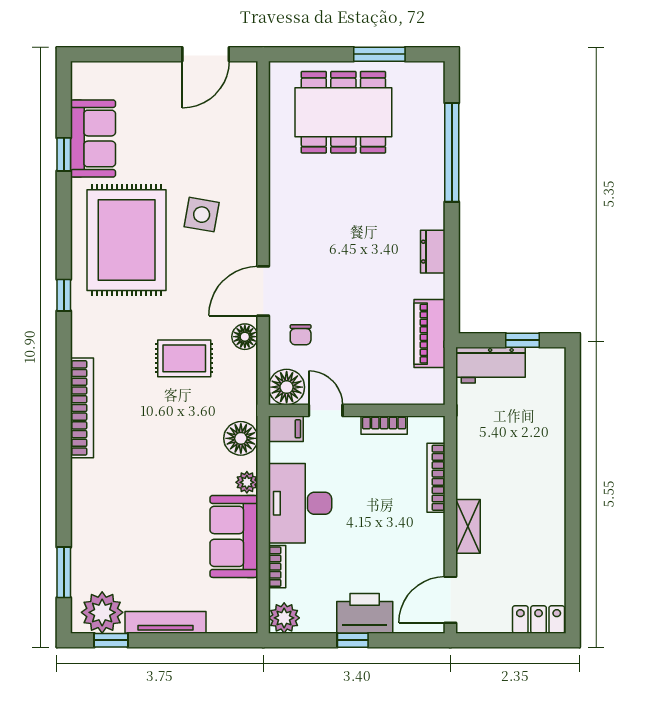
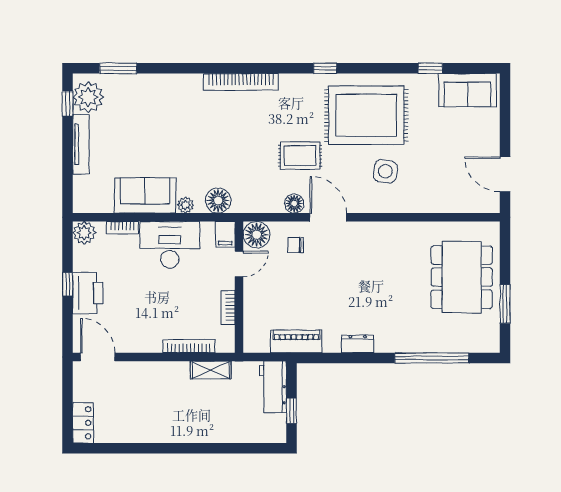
sofa: (93, 138) -> (468, 90), moved
rug: (184, 358) -> (300, 156), moved, turned 90
shelving: (468, 526) -> (211, 370), moved

